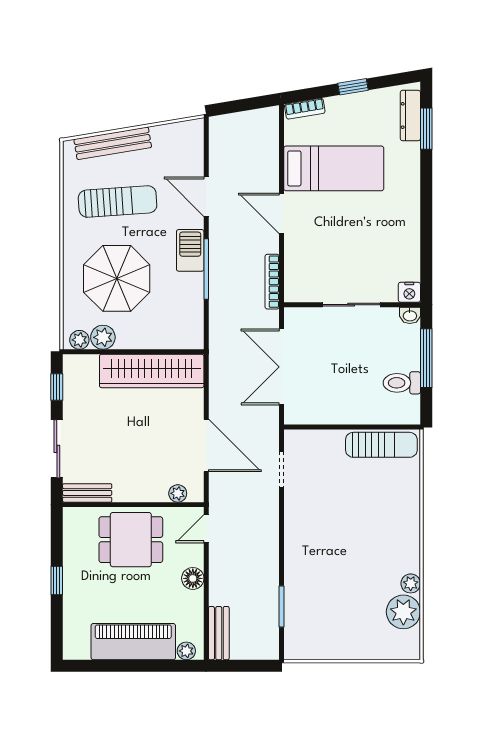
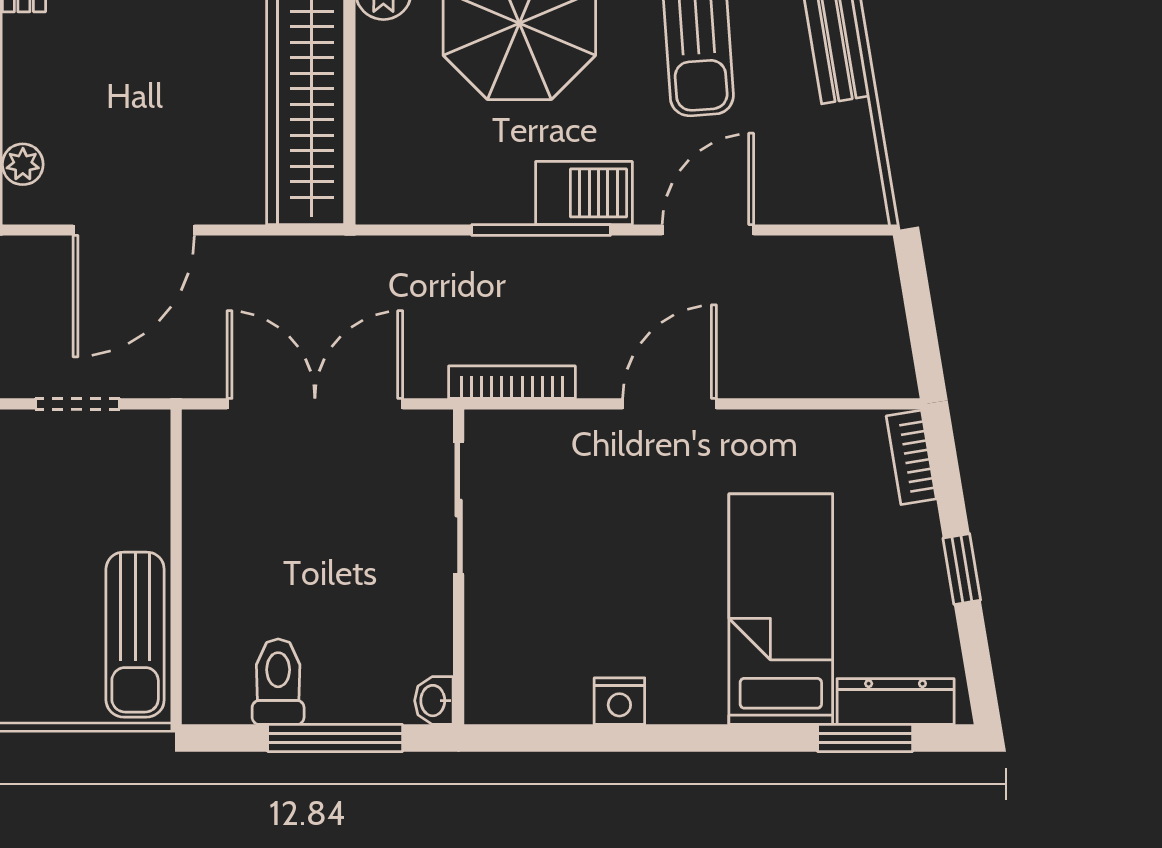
bed: (334, 168) -> (781, 609), moved, turned 180
nightstand: (409, 292) -> (619, 701), moved, turned -90
sliding door: (351, 305) -> (459, 508), moved

